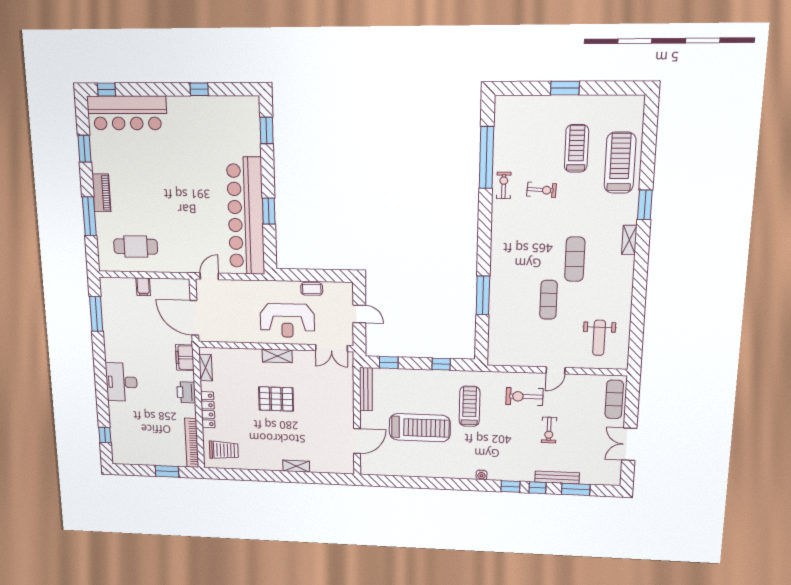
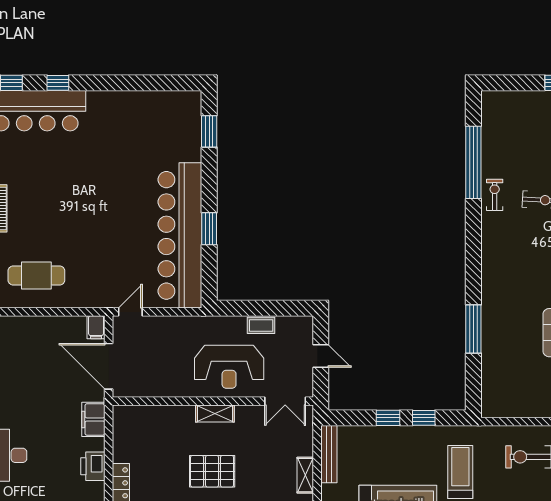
window: (199, 89) -> (58, 83), moved
filing cabinet: (143, 287) -> (96, 327), moved
window: (389, 363) -> (388, 418), moved
shelving: (206, 368) -> (305, 475), moved

